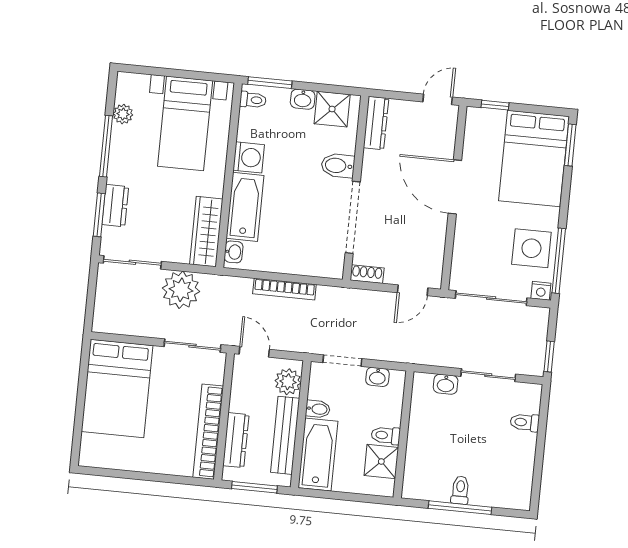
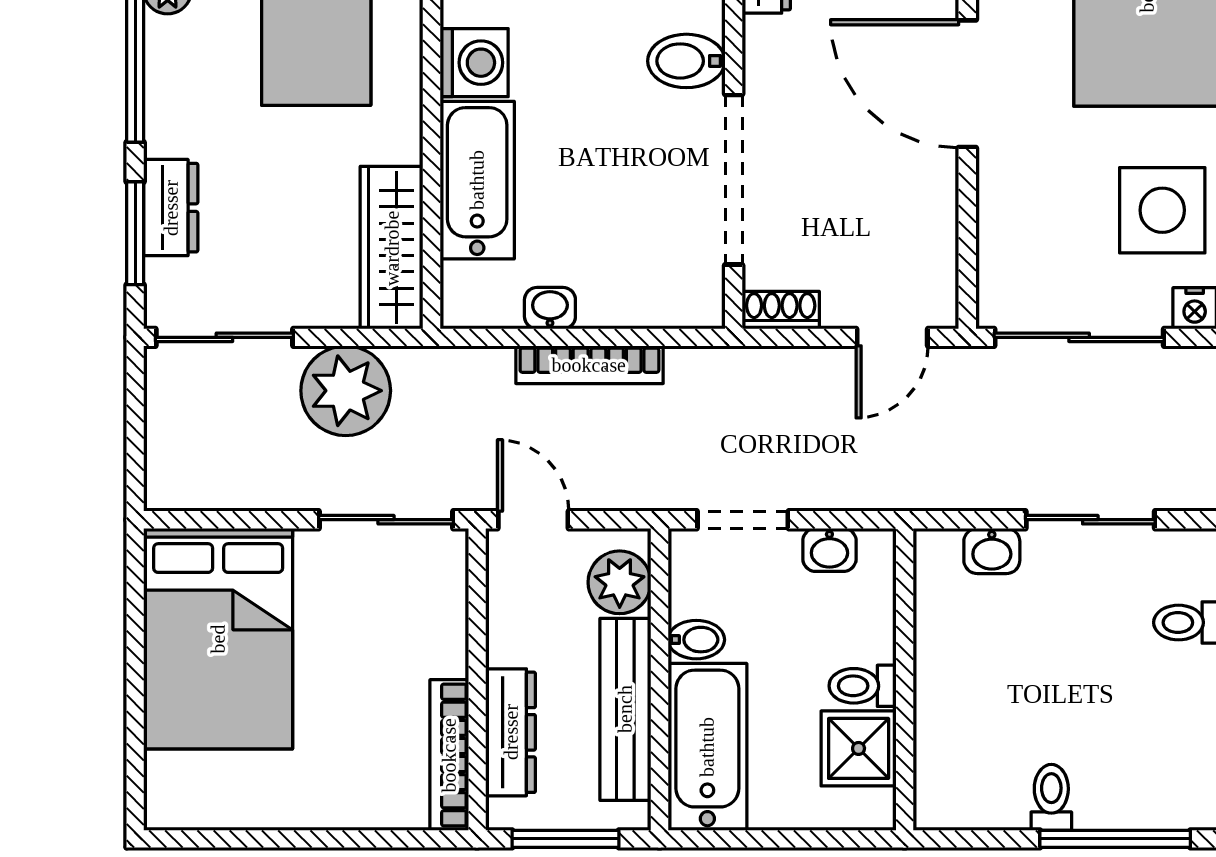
washbasin: (234, 252) -> (550, 308), moved, turned -90
bookcase: (208, 432) -> (449, 755), width x0.68, depth x0.76
window: (460, 508) -> (1115, 839), moved

